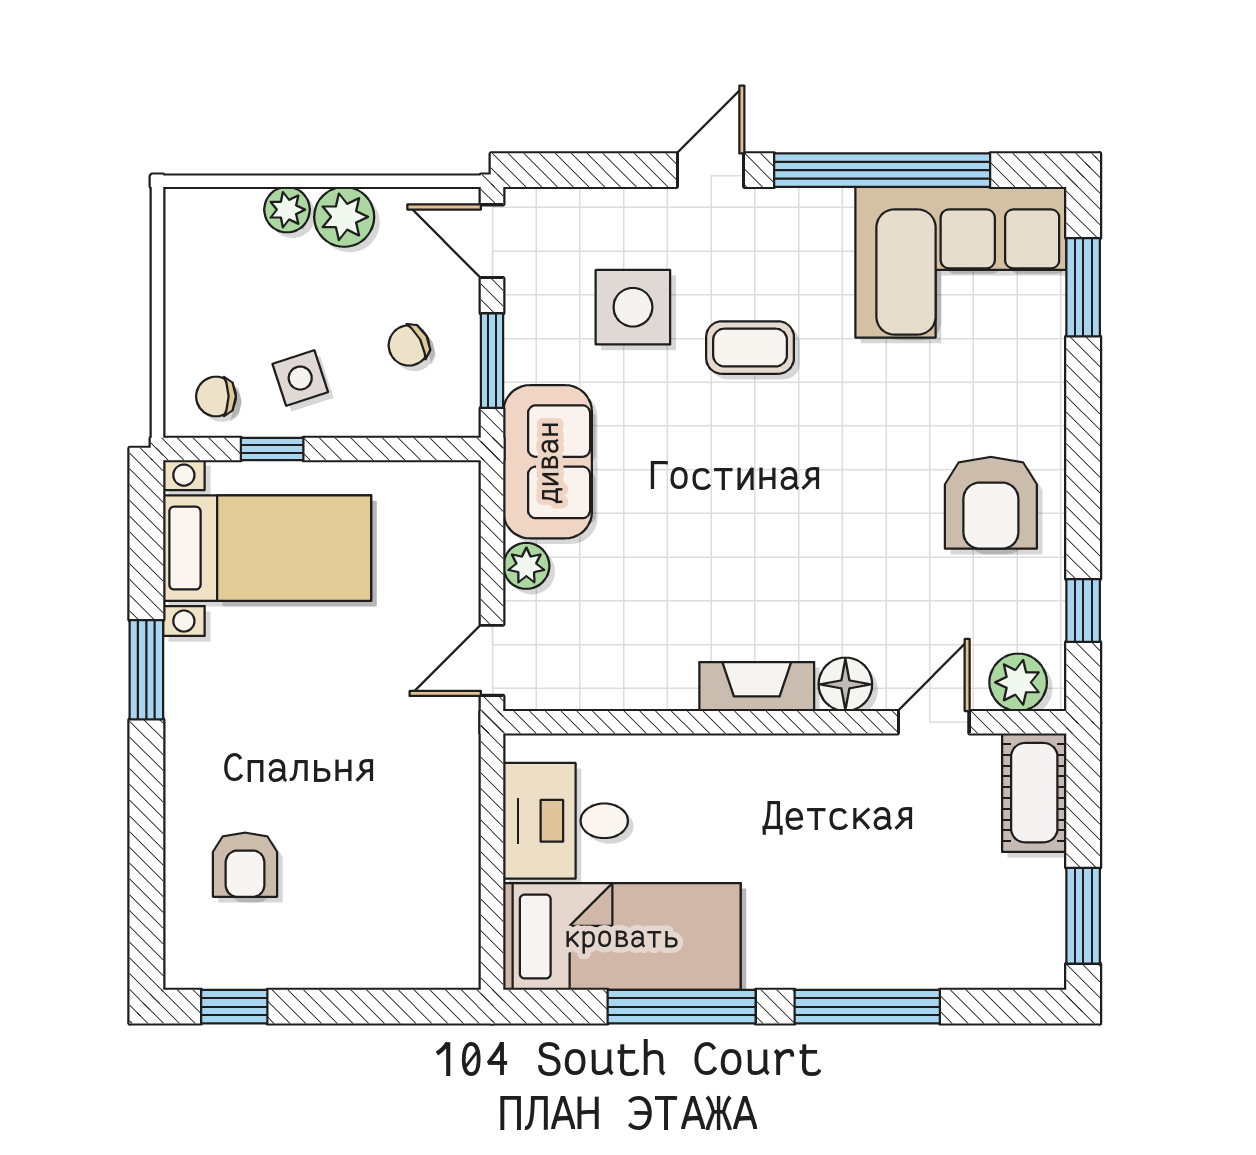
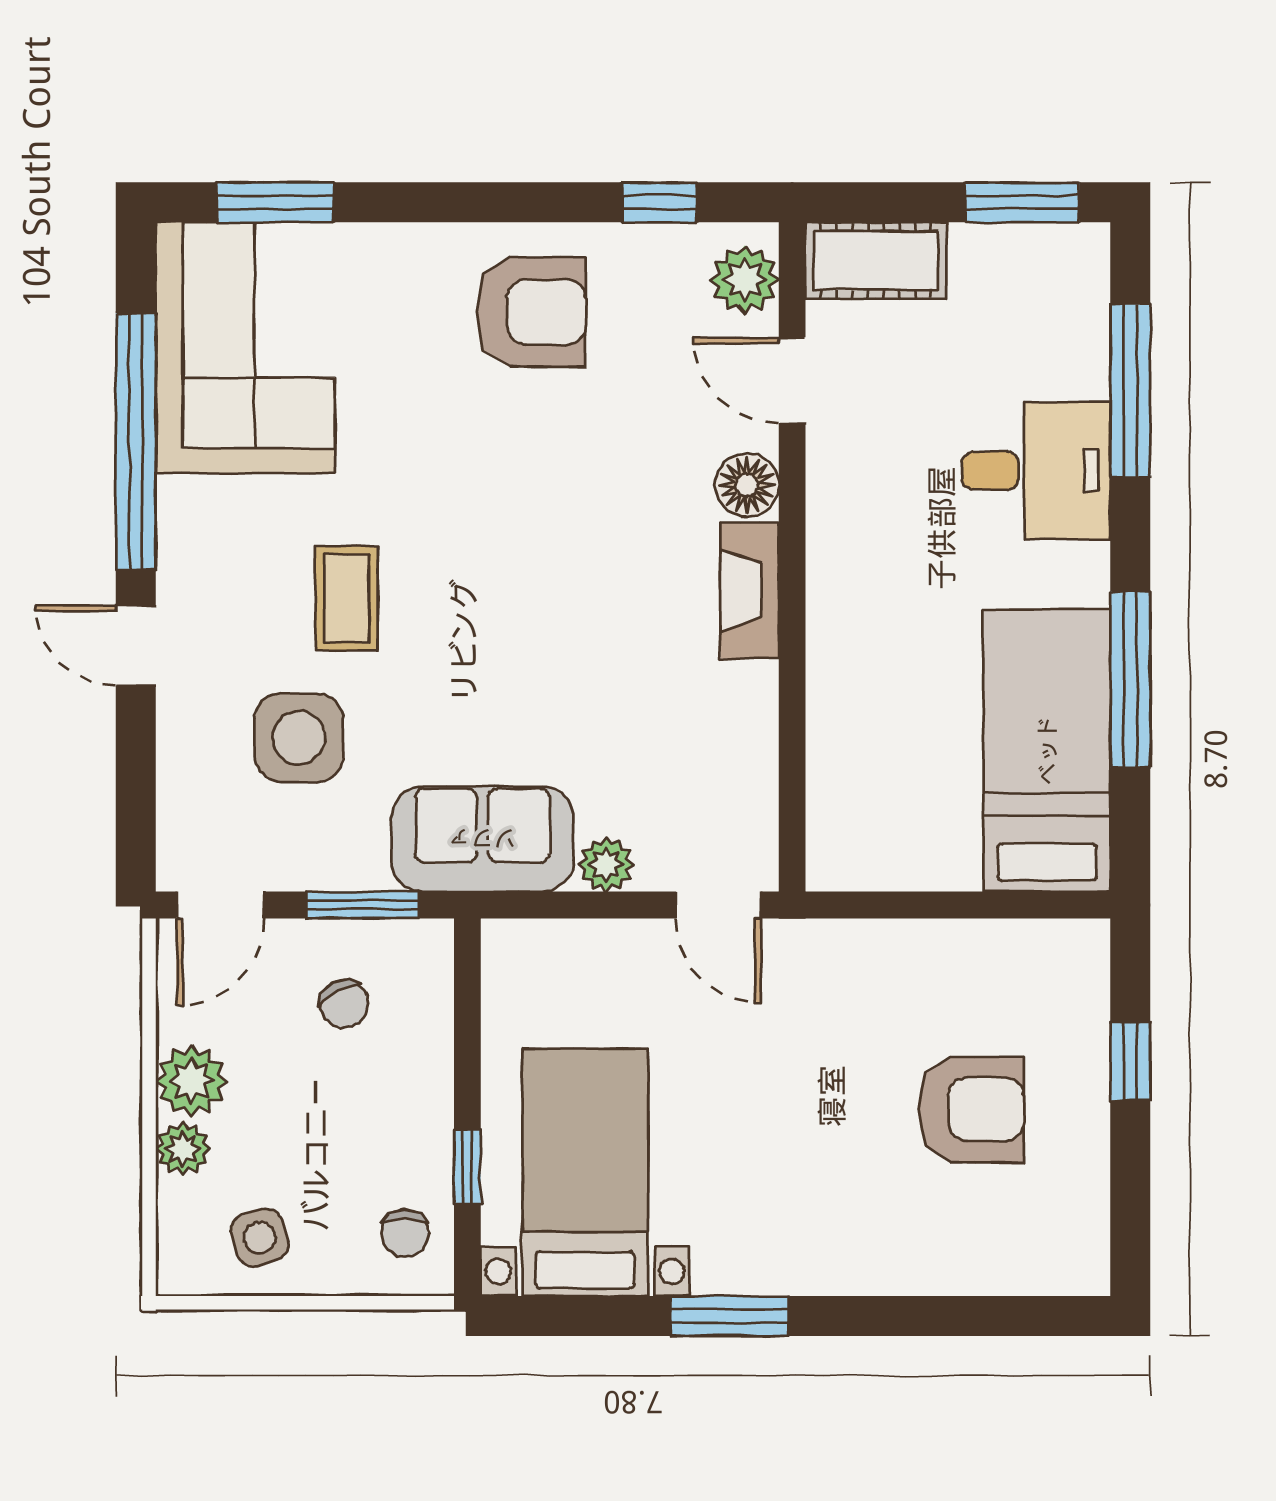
side table: (300, 378) -> (260, 1238), moved
desk: (566, 821) -> (1036, 471), moved, turned -90
armchair: (245, 865) -> (971, 1109), moved, width x1.38, depth x1.38
window: (234, 1007) -> (1130, 1061), moved
window: (867, 1007) -> (1130, 390), moved

